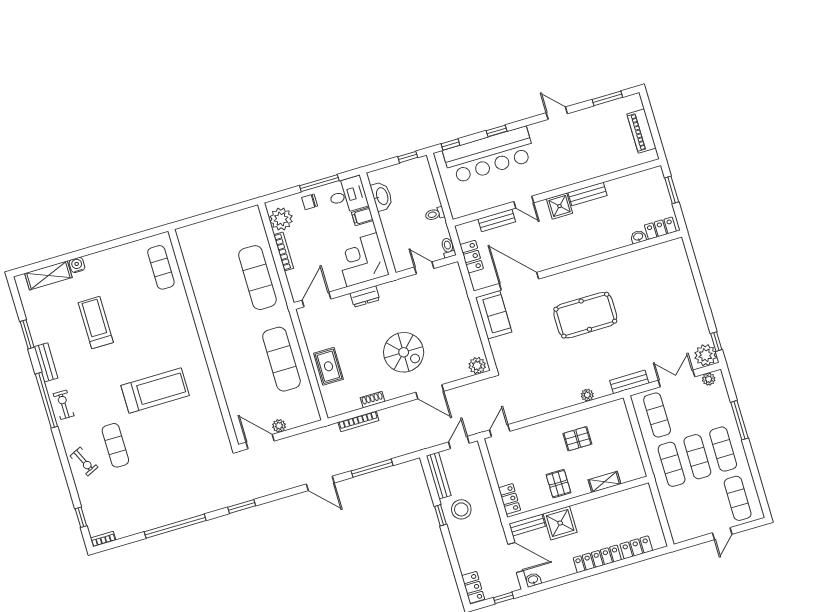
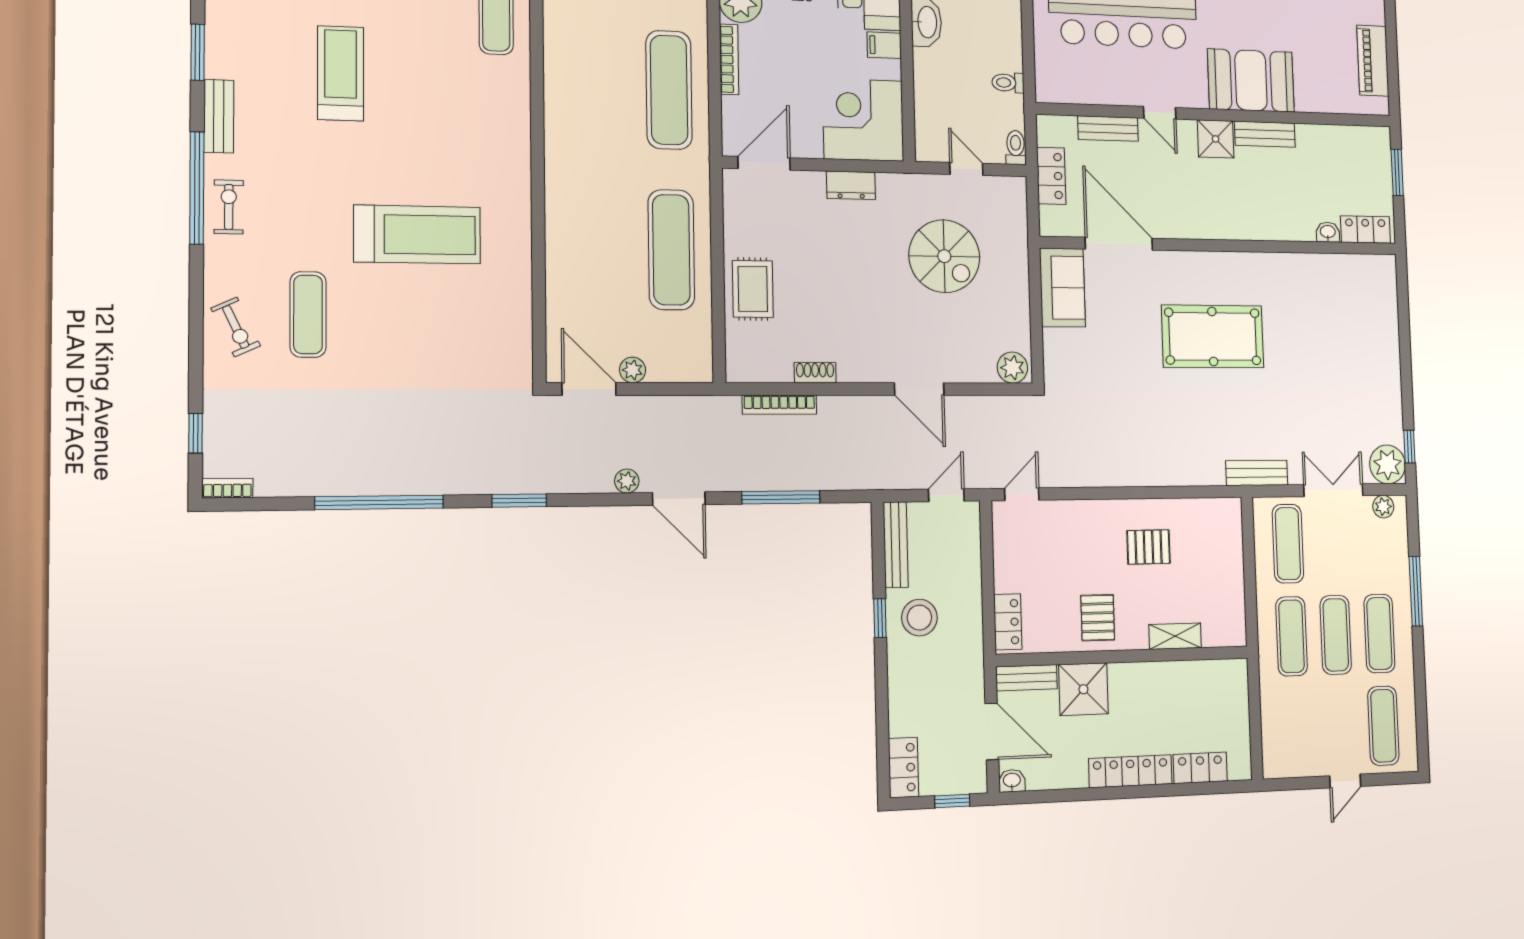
booth: (572, 167) -> (1251, 80), added
spiral stairs: (404, 352) -> (944, 256), moved
plant: (587, 395) -> (627, 481), moved

